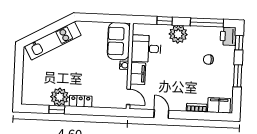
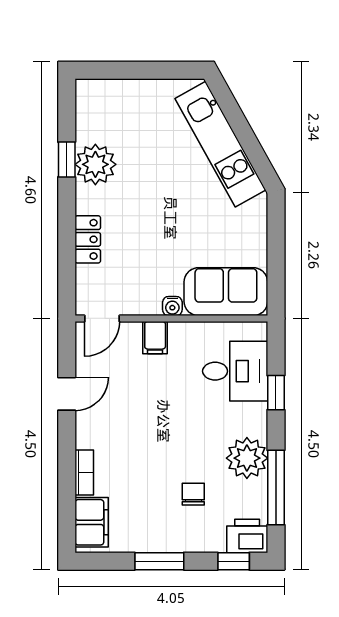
plant: (178, 34) -> (247, 458), moved
desk: (146, 49) -> (235, 371), moved, turned 90
filing cabinet: (138, 74) -> (155, 338), width x0.50
locker: (81, 101) -> (88, 239), moved

